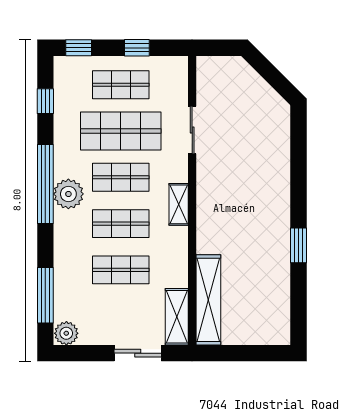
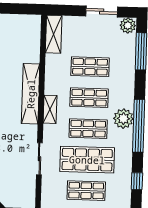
shelving: (208, 300) -> (31, 94), moved
sliding door: (138, 353) -> (102, 11), moved

